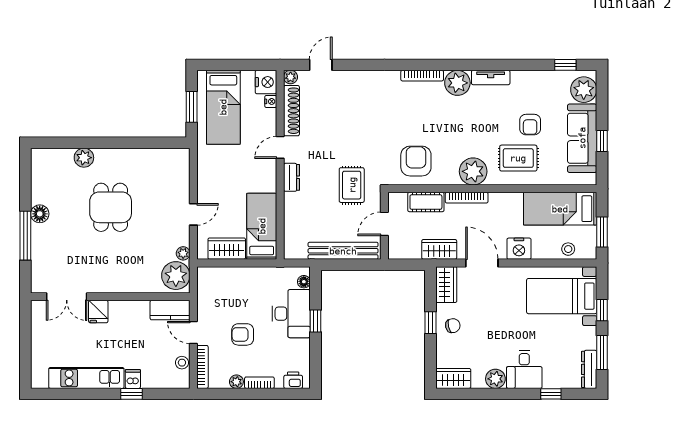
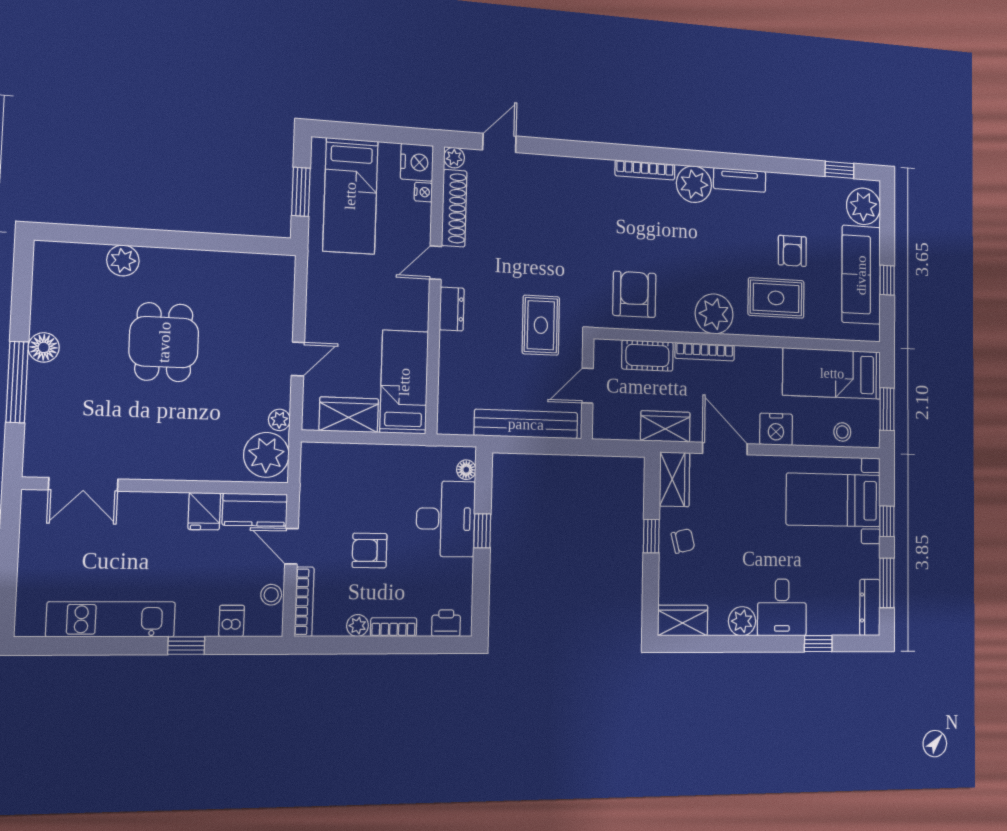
fridge: (98, 312) -> (204, 511), moved
dishwasher: (133, 379) -> (232, 621), moved

